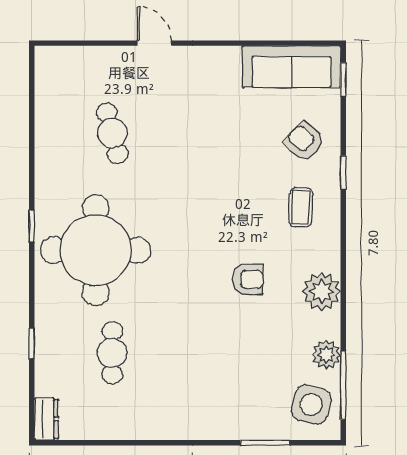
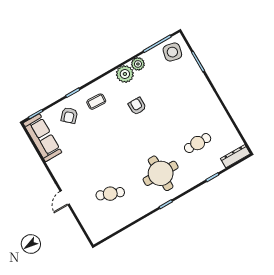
cafe table: (112, 133) -> (110, 194), turned 36
round table: (96, 250) -> (161, 173), width x0.73, depth x0.73
plant: (326, 355) -> (138, 64), moved
dresser: (46, 419) -> (235, 156), width x1.44

